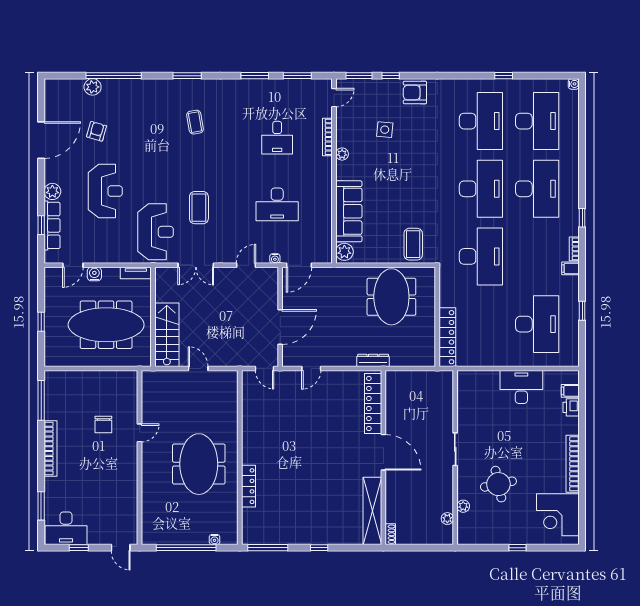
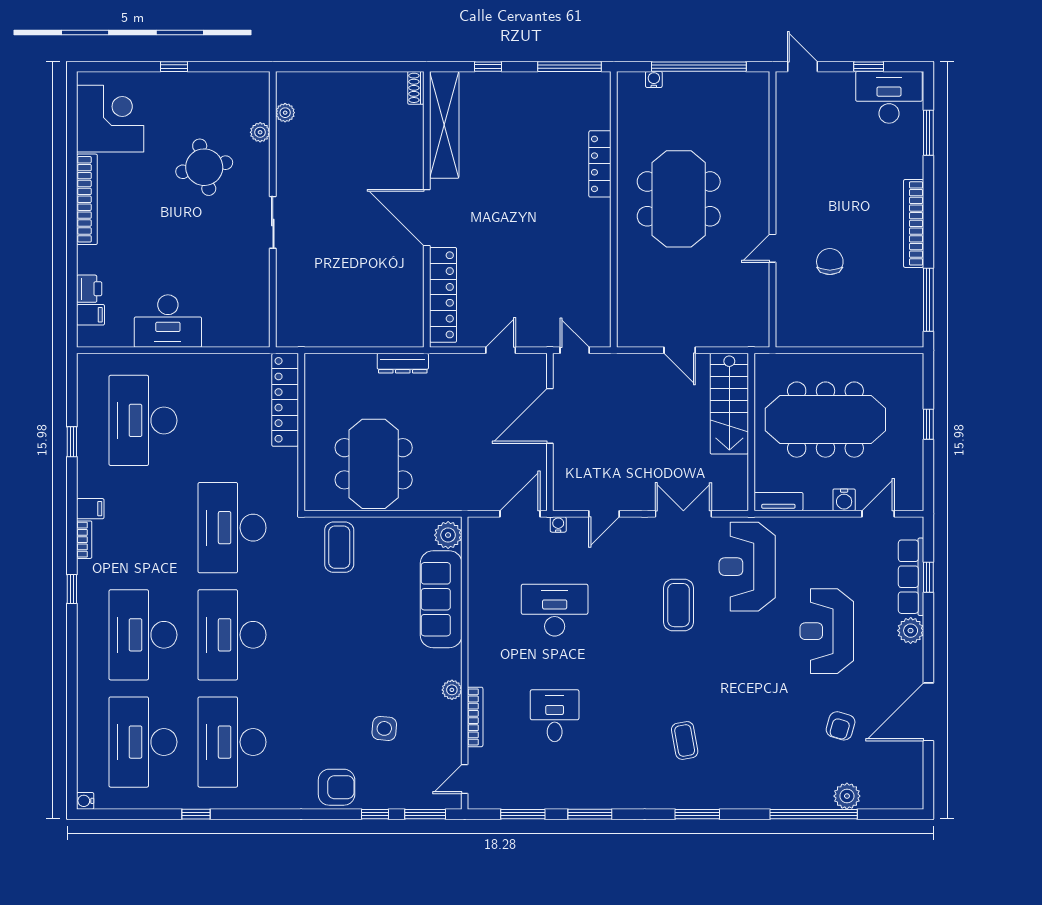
locker: (373, 403) -> (443, 295), moved
door: (383, 452) -> (427, 218), moved
wall: (383, 457) -> (427, 209), moved
shelving: (372, 511) -> (444, 125), moved
shoe rack: (390, 534) -> (416, 88), moved

